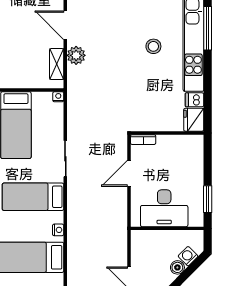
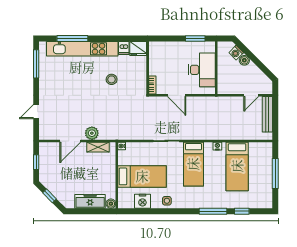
stool: (153, 46) -> (112, 79), moved

